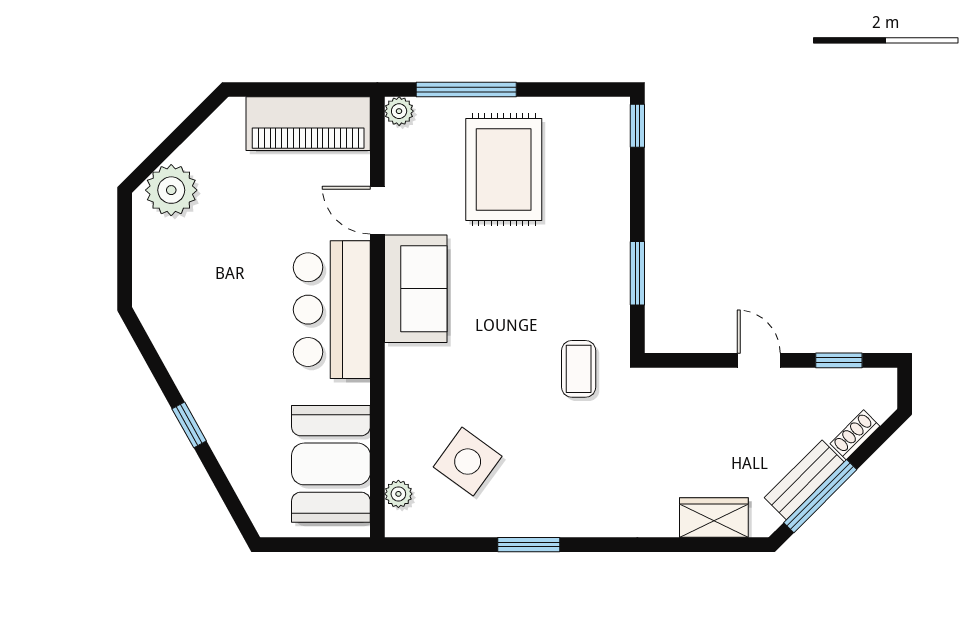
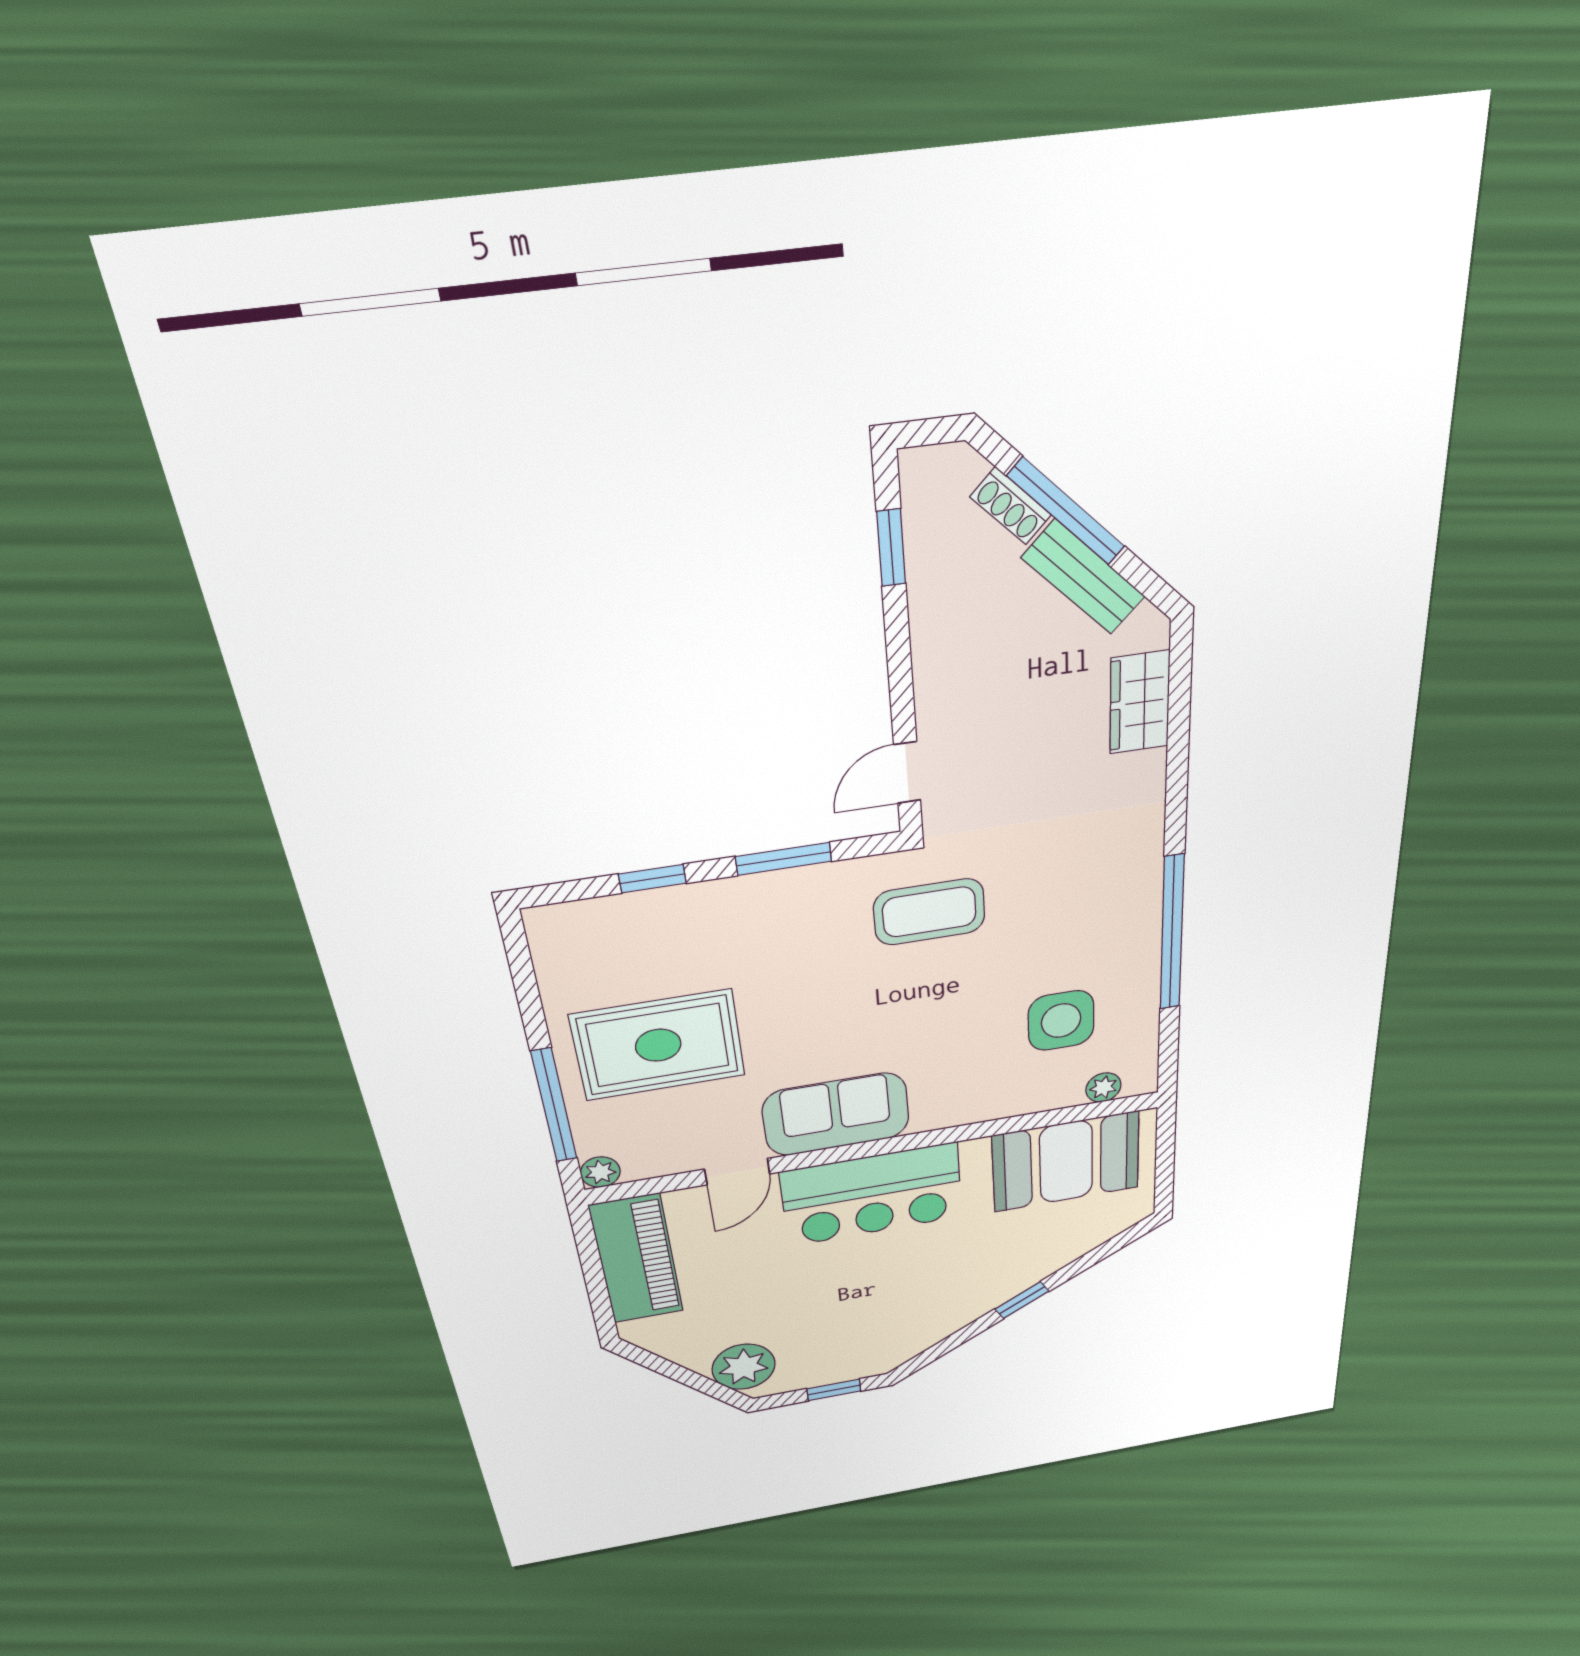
window: (637, 126) -> (652, 879), moved
window: (125, 261) -> (834, 1390), added
door: (759, 360) -> (907, 773), moved
coffee table: (579, 369) -> (929, 912), width x1.36, depth x1.30
side table: (468, 462) -> (1061, 1021), turned -36
window: (820, 496) -> (1066, 512), moved
window: (529, 545) -> (1172, 933), width x2.11

